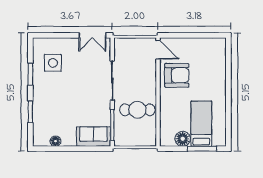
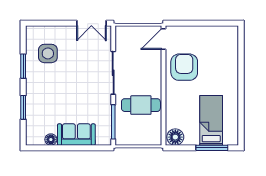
door: (158, 50) -> (164, 39), swing flipped
armchair: (177, 75) -> (184, 67), turned -90
sofa: (94, 137) -> (76, 135), moved
floor lamp: (183, 139) -> (175, 137), moved

